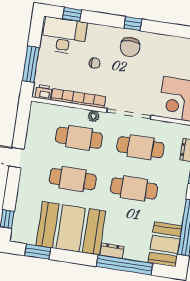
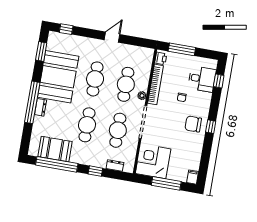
desk: (64, 36) -> (202, 79), width x0.73
booth: (165, 244) -> (55, 149), moved
window: (125, 265) -> (32, 102), moved

